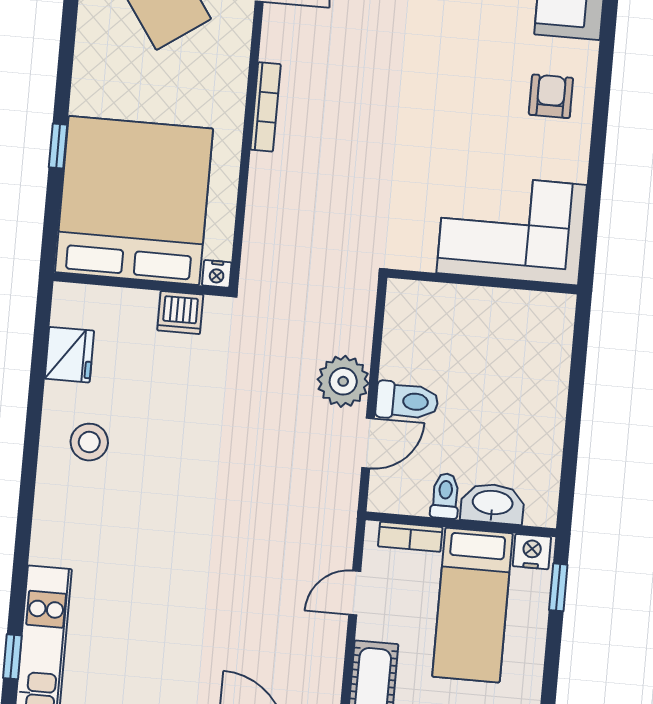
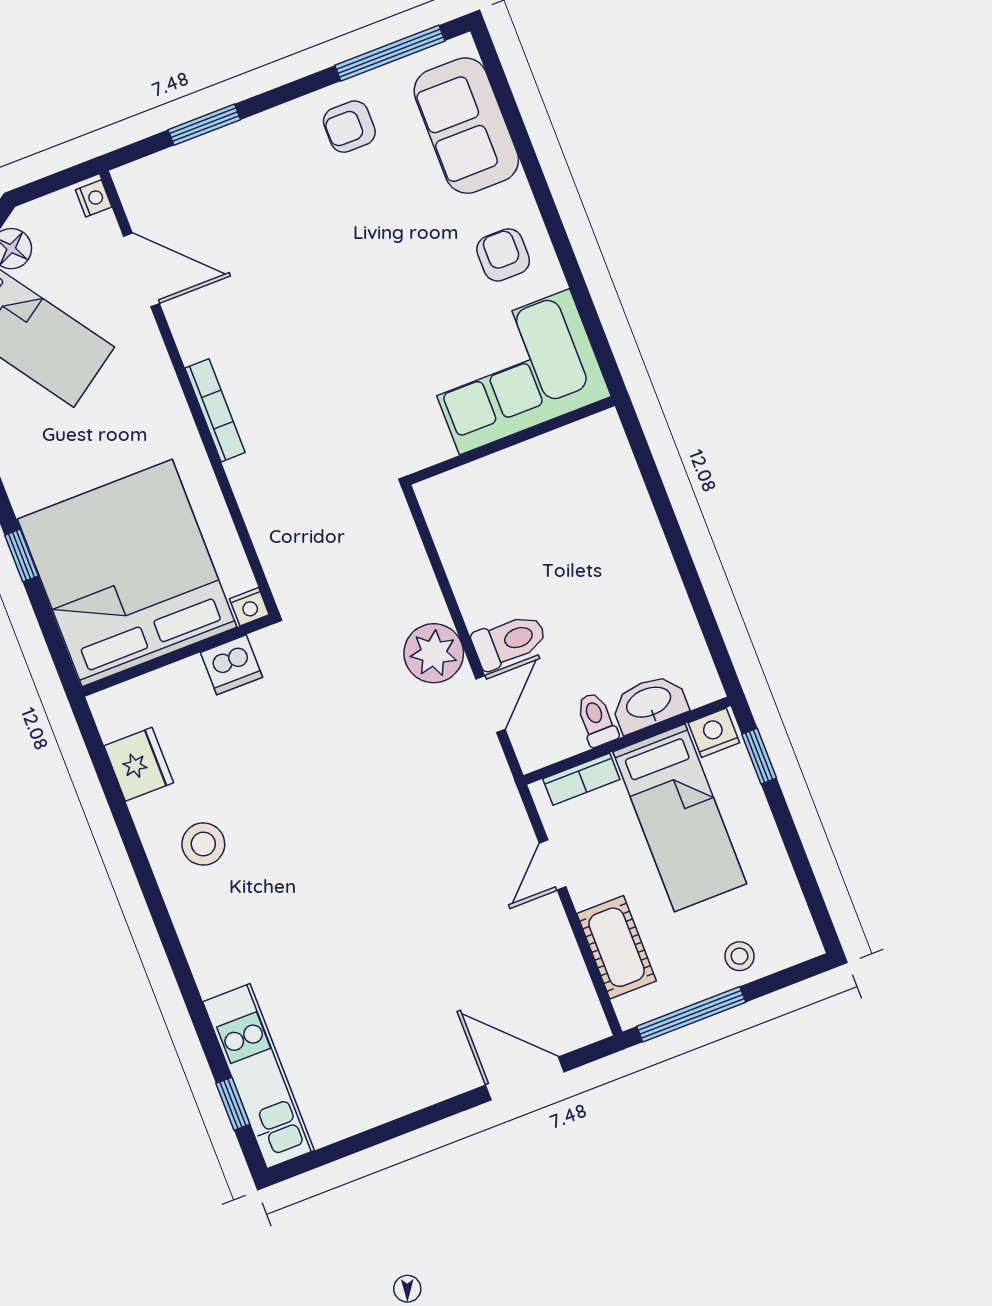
corner sofa: (512, 229) -> (515, 372), moved
wall: (483, 282) -> (511, 441), moved

